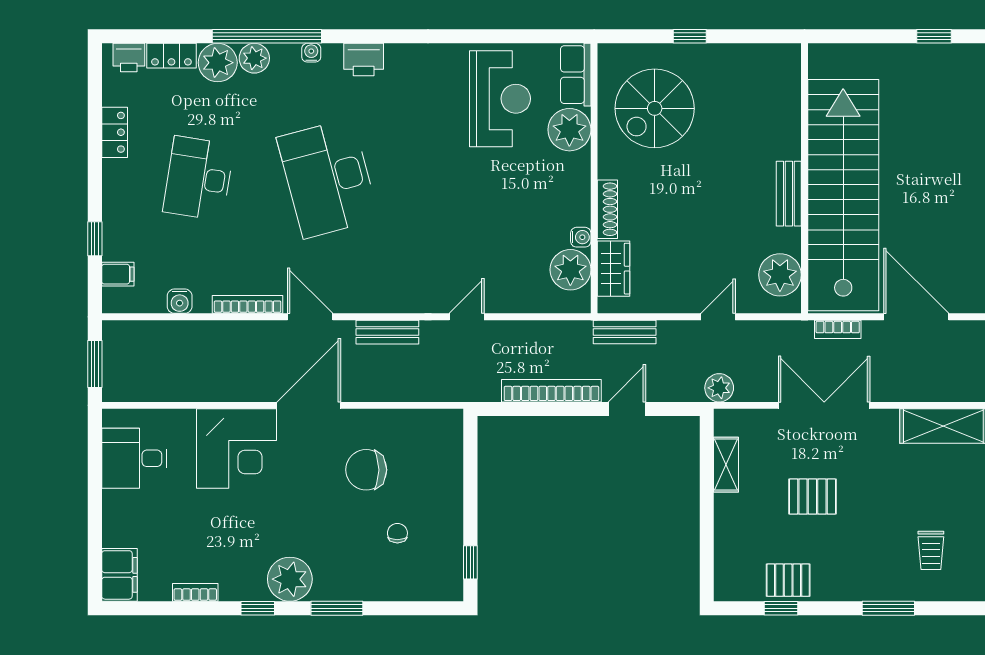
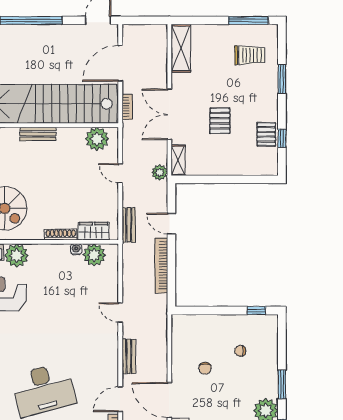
bench: (789, 194) -> (38, 134), moved
shelving: (726, 465) -> (178, 160), moved, turned 90
chair: (366, 470) -> (205, 368), width x0.54, depth x0.54
trolley: (931, 550) -> (250, 55), width x1.36, depth x1.39

